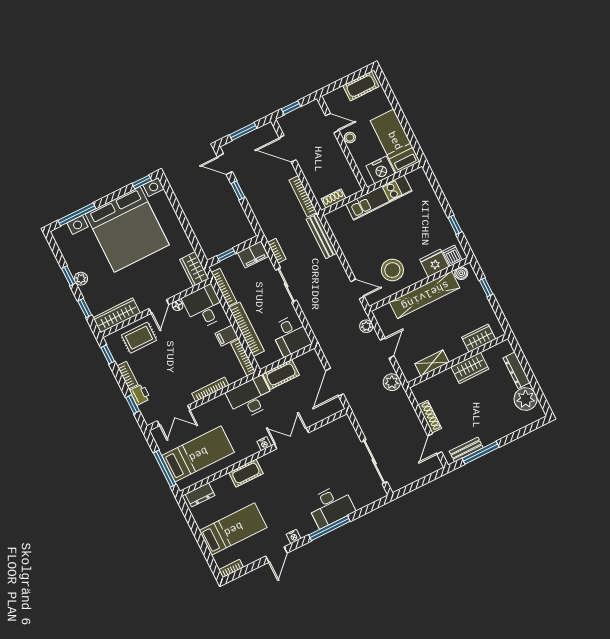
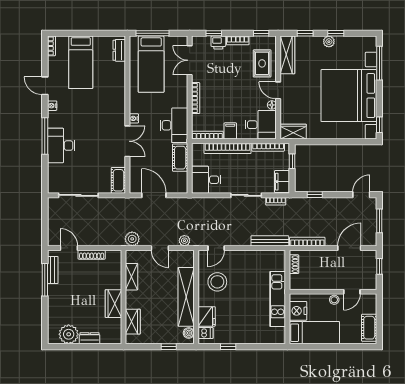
window: (238, 190) -> (315, 195), moved
dresser: (516, 370) -> (90, 338), width x0.70
cot: (246, 473) -> (118, 180), moved

